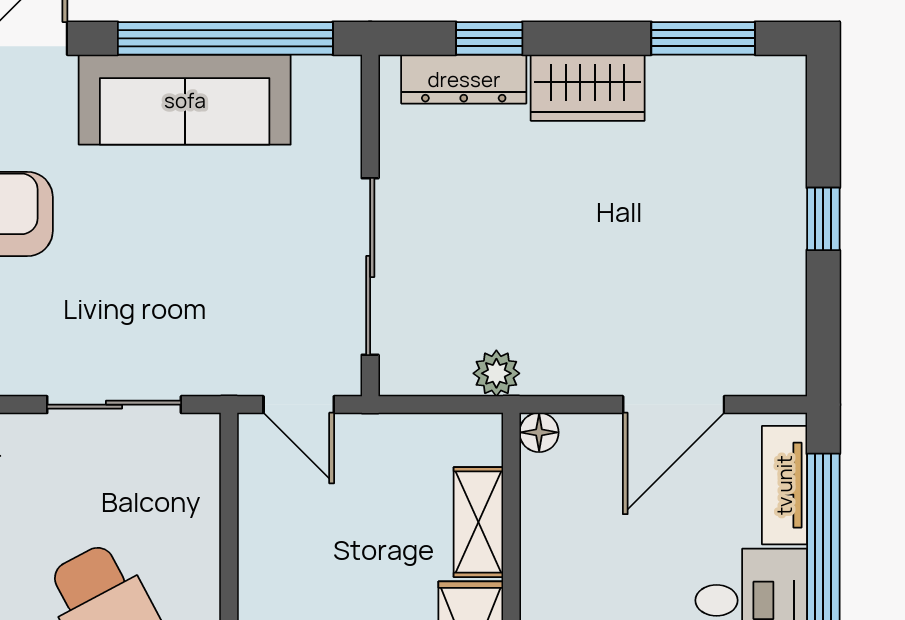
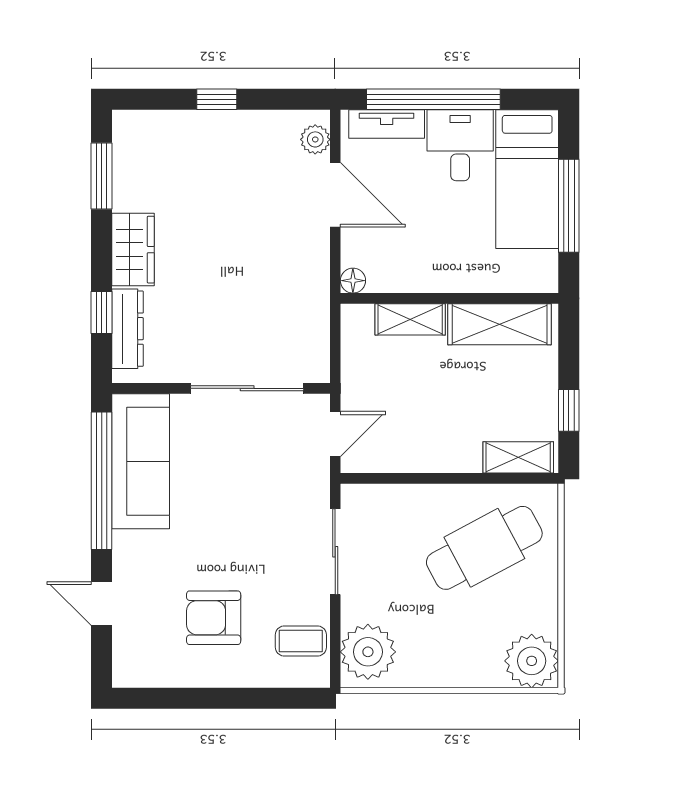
sofa: (185, 100) -> (141, 461), moved
plant: (496, 373) -> (315, 139), moved

